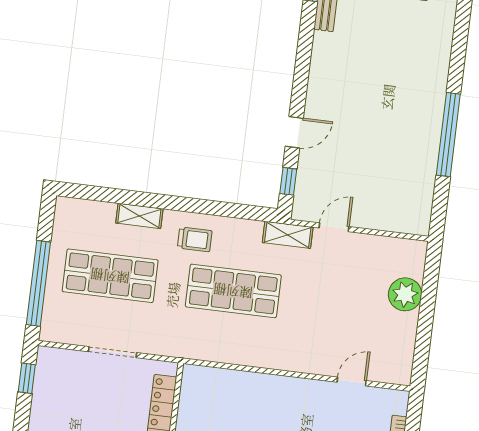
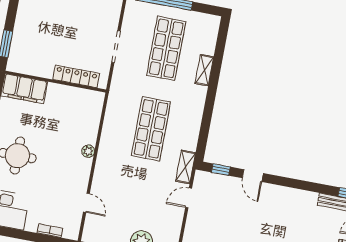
door: (334, 227) -> (189, 198), swing flipped
trolley: (195, 239) -> (187, 106), removed
plant: (273, 384) -> (88, 151), added

